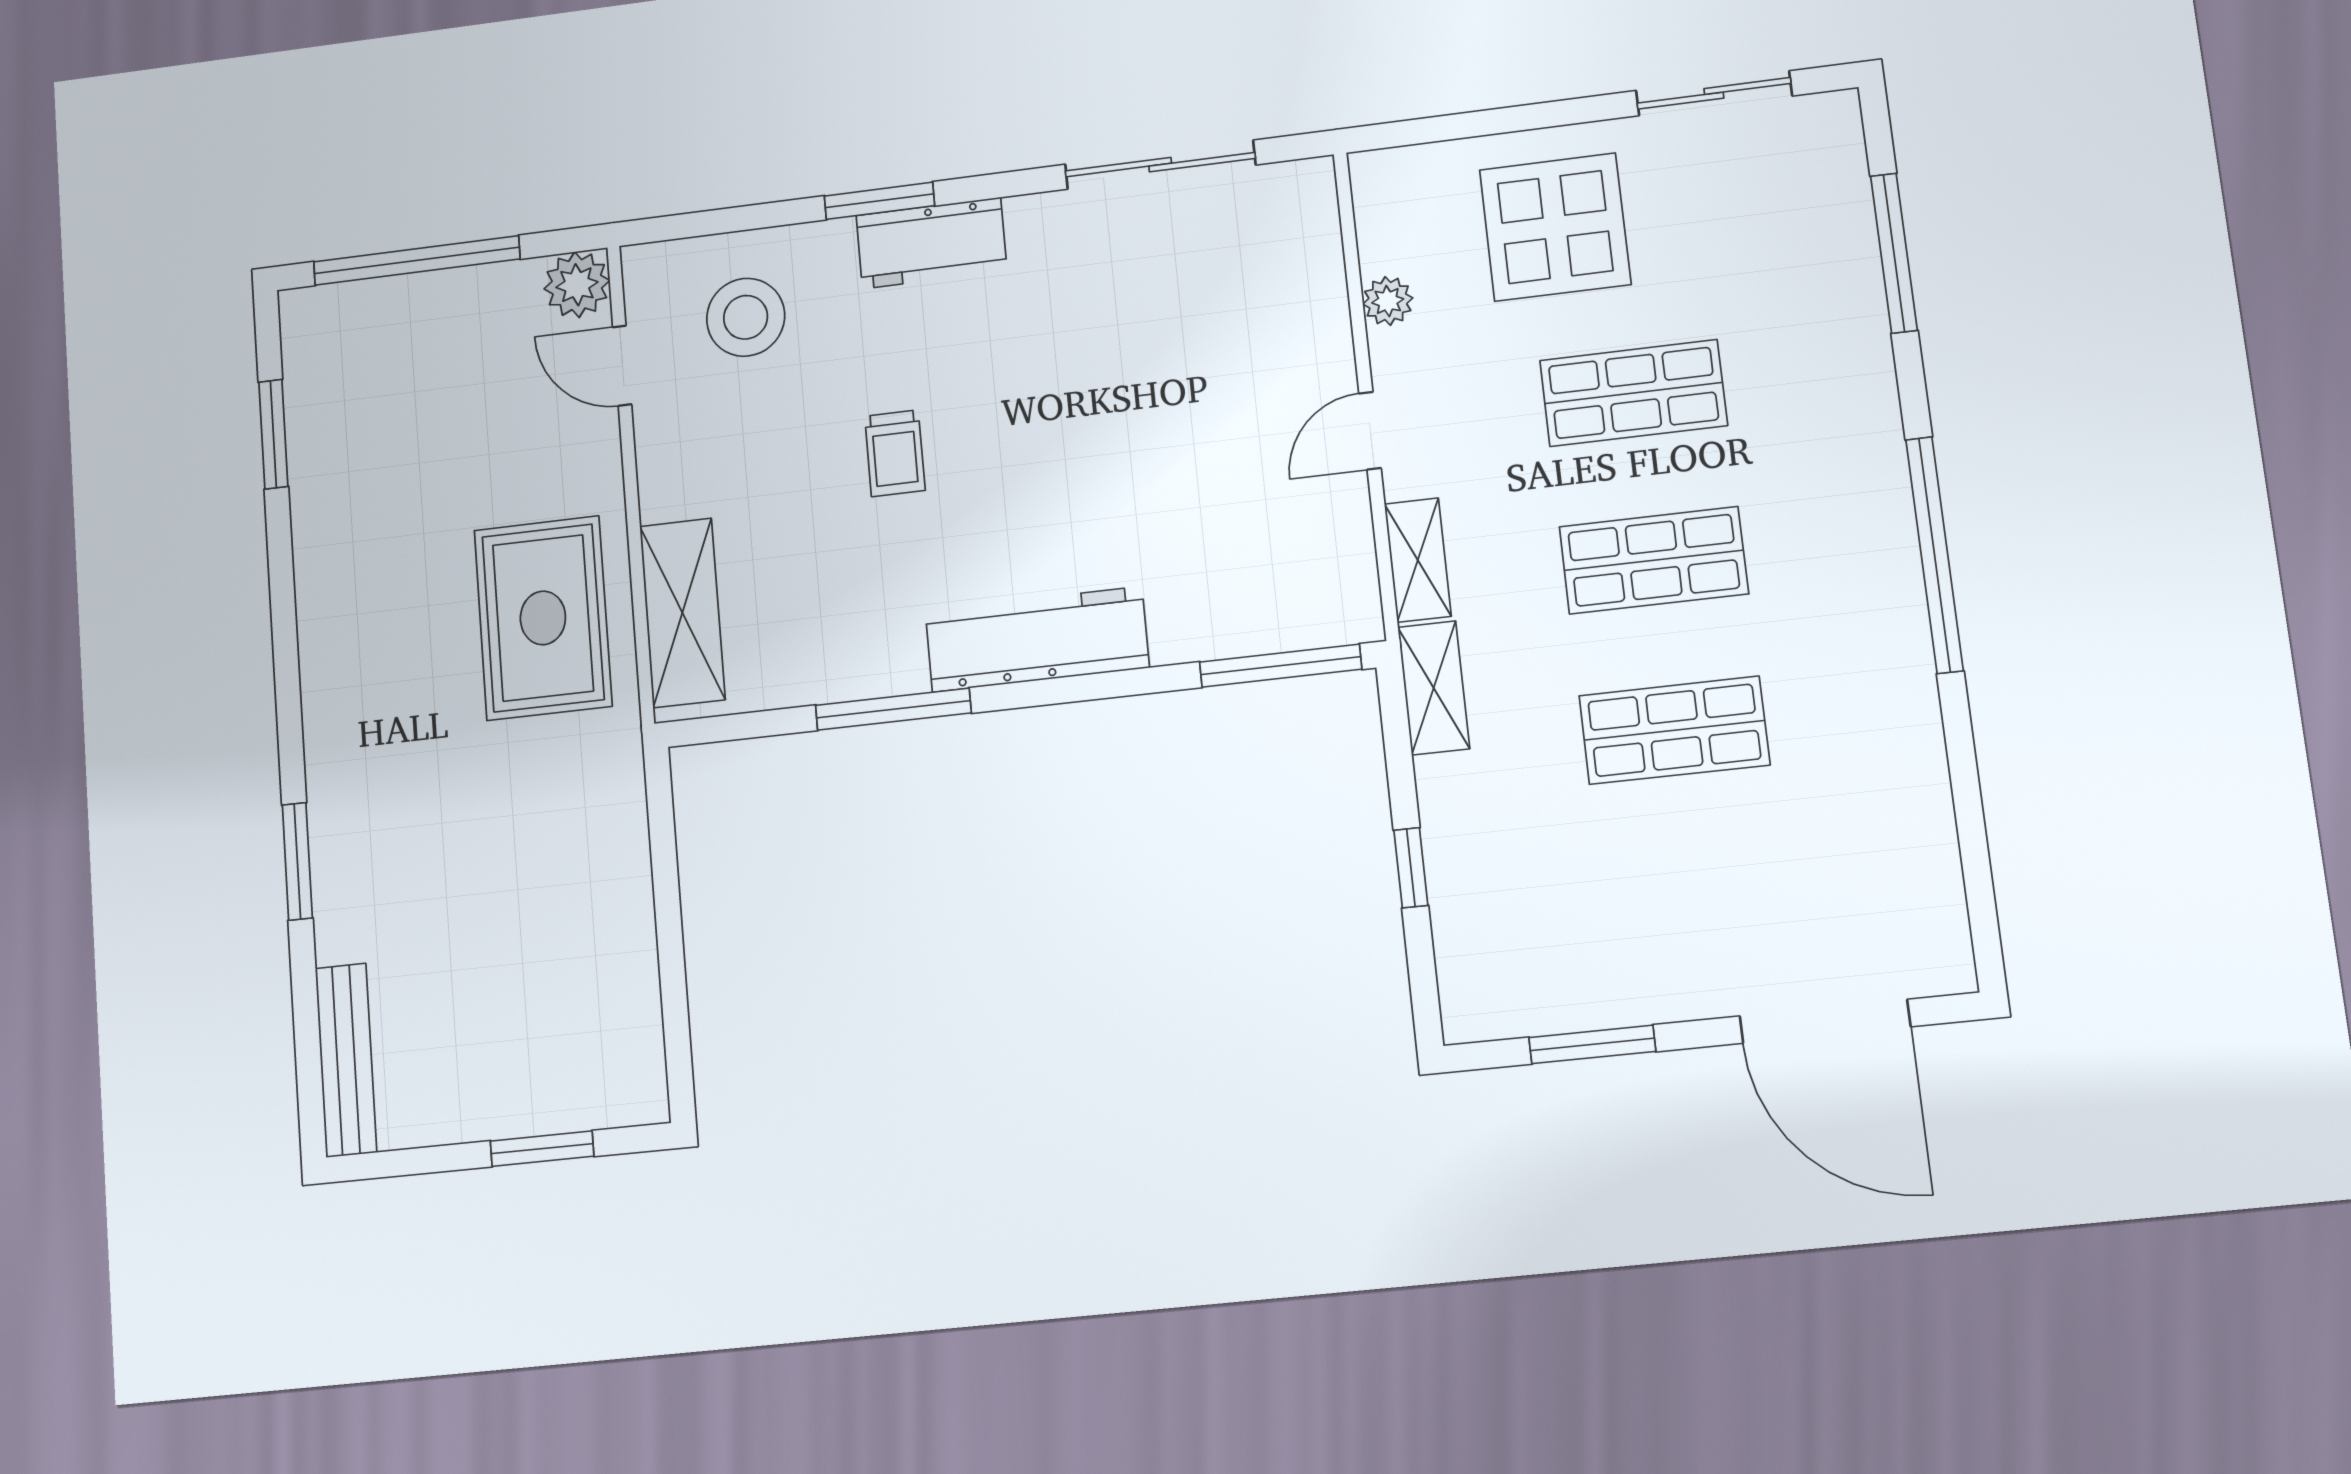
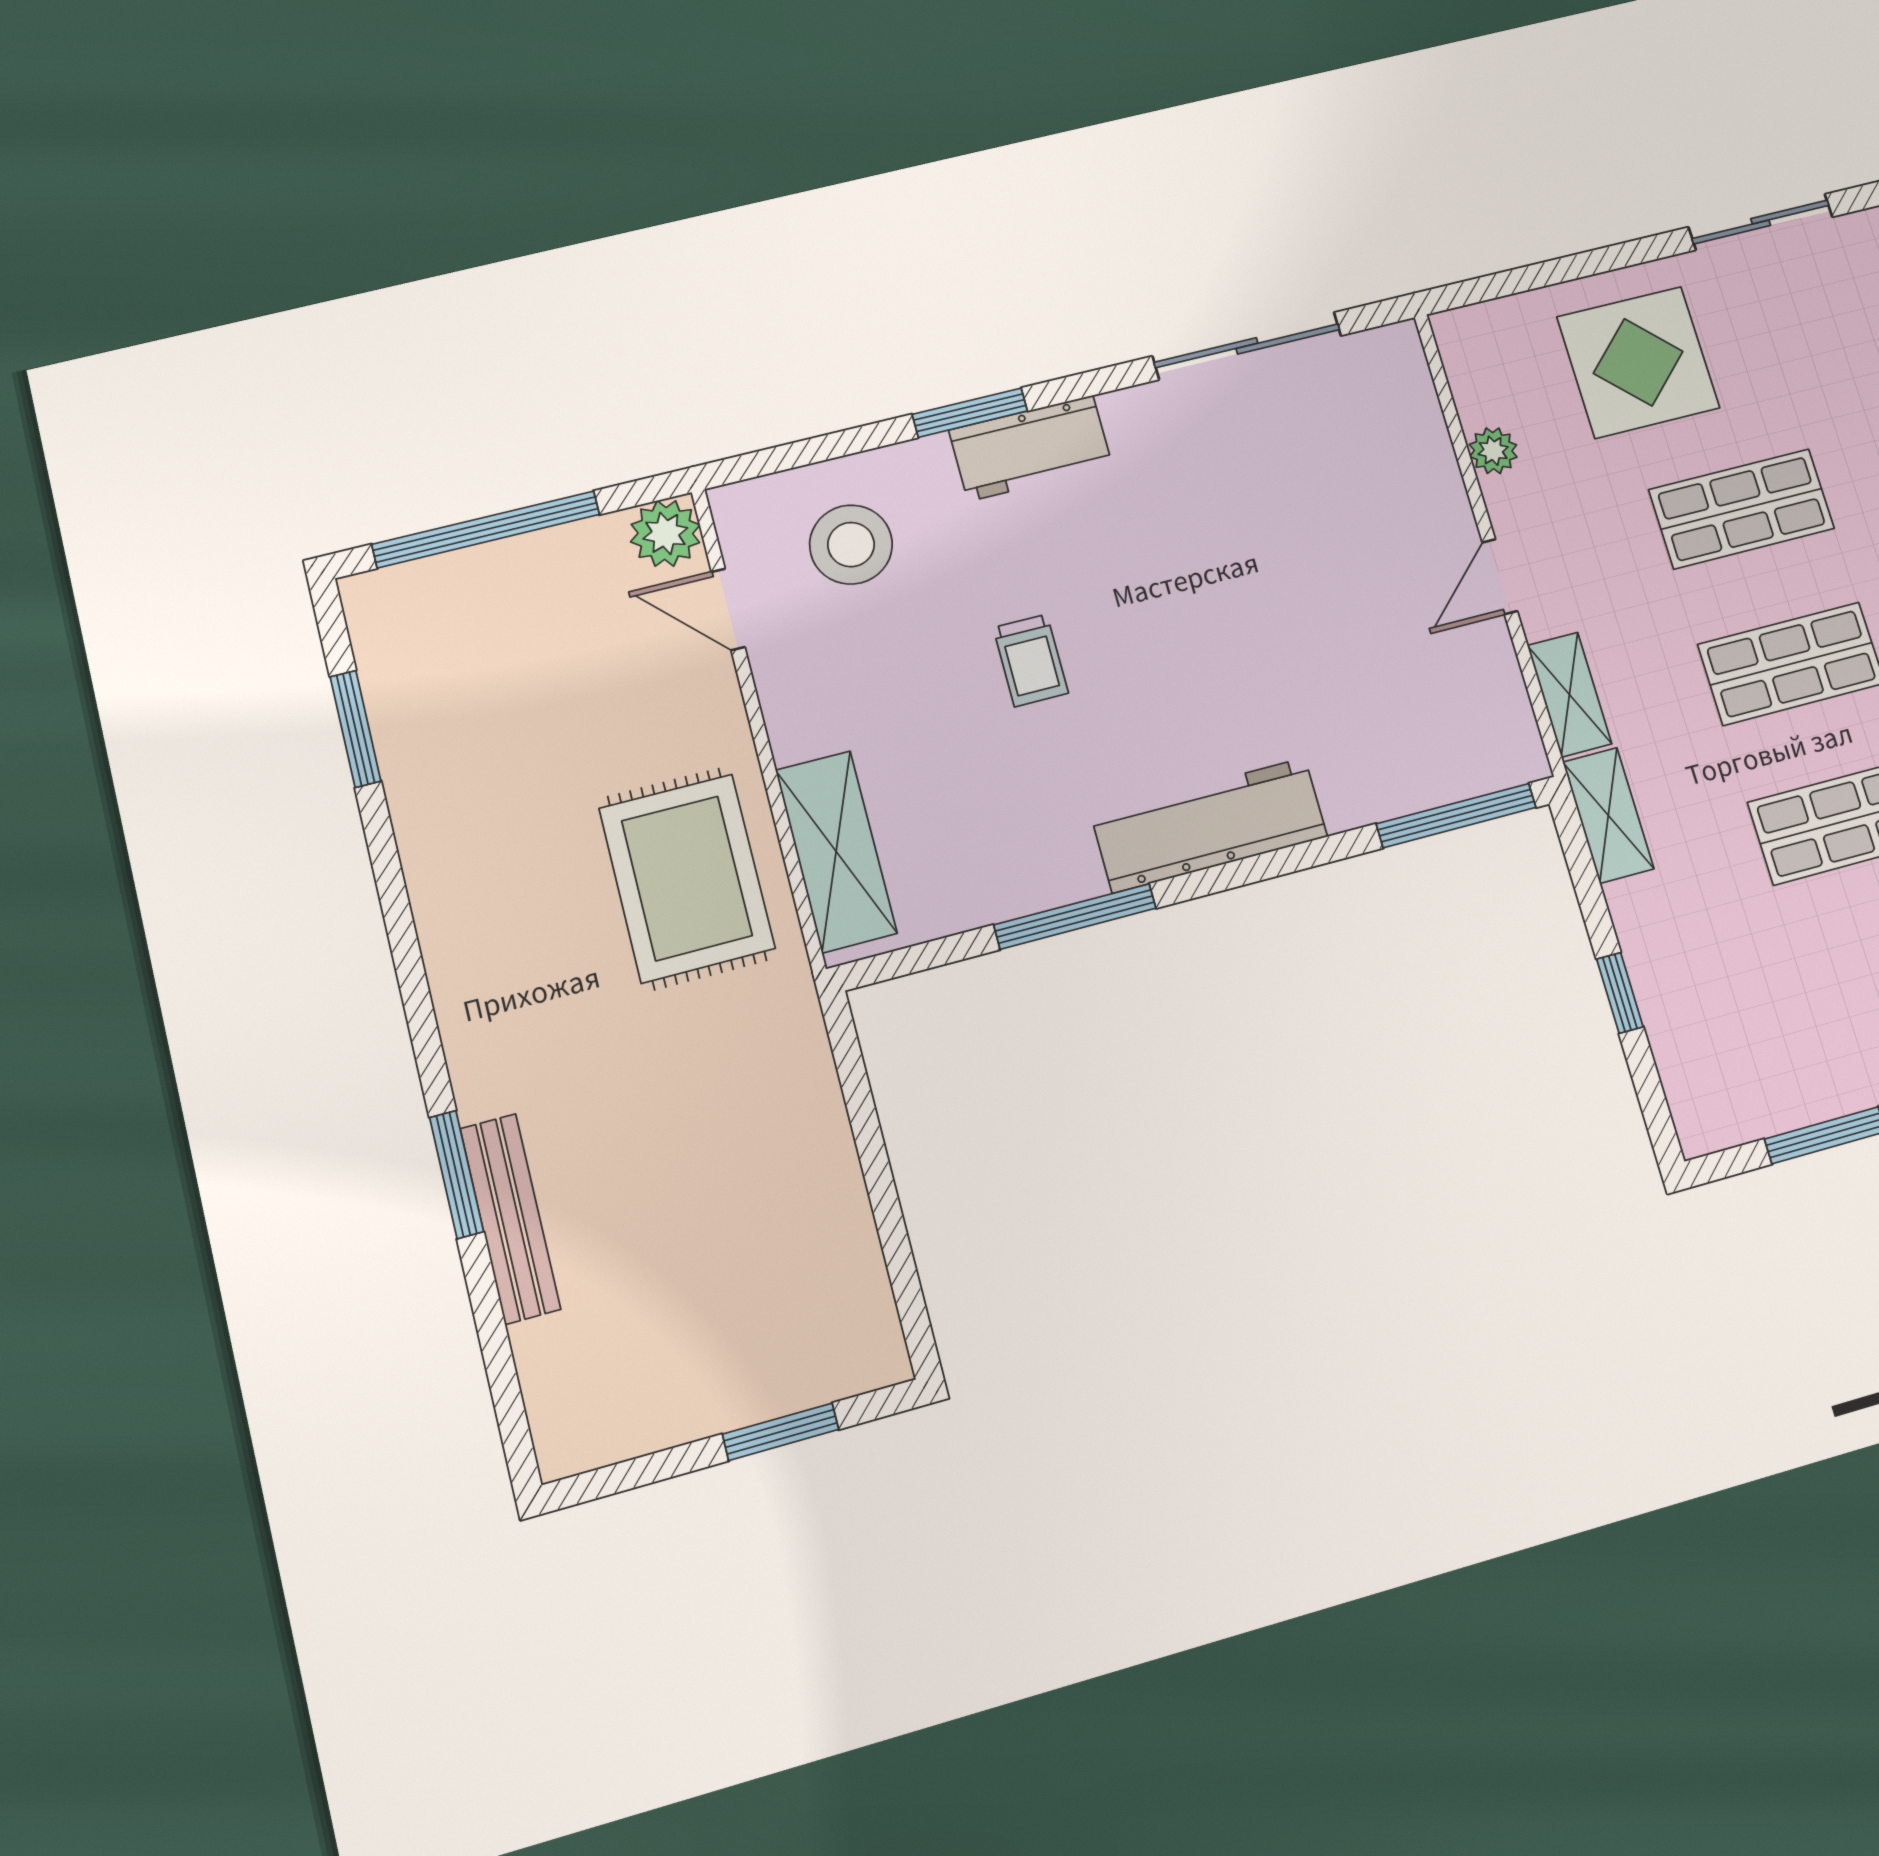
bench: (346, 1060) -> (510, 1219), moved

